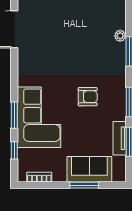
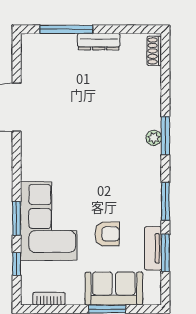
plant: (120, 36) -> (154, 138), moved
armchair: (88, 97) -> (107, 234), moved

